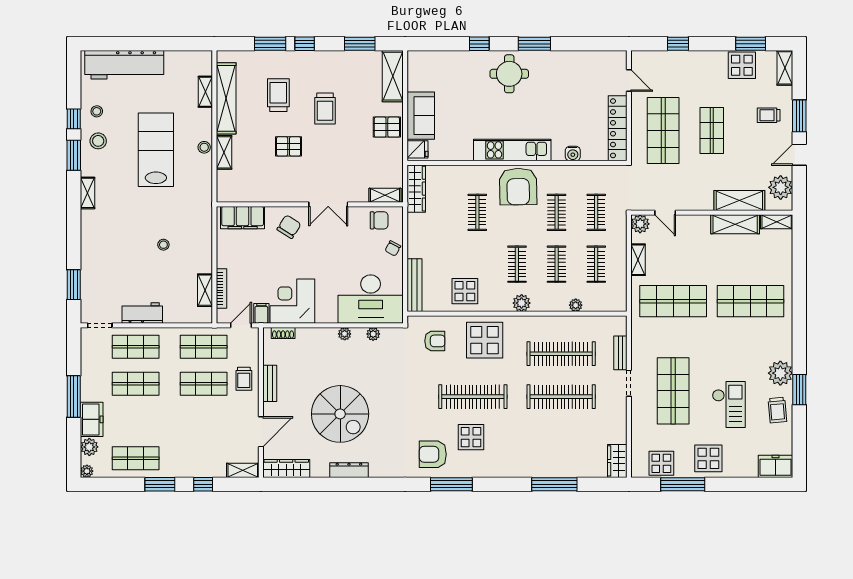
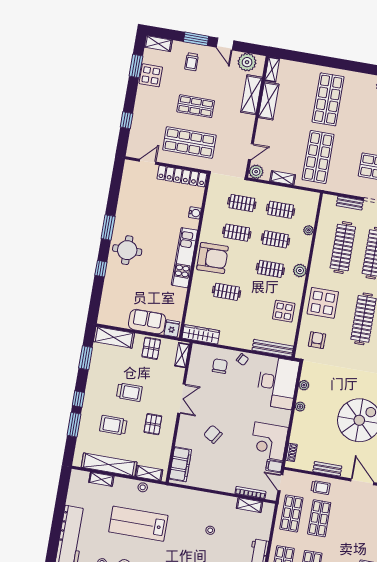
shelving: (385, 195) -> (182, 355), moved
wall: (310, 204) -> (179, 412), moved
double door: (328, 204) -> (181, 399), moved
filing cabinet: (243, 218) -> (180, 464), moved

